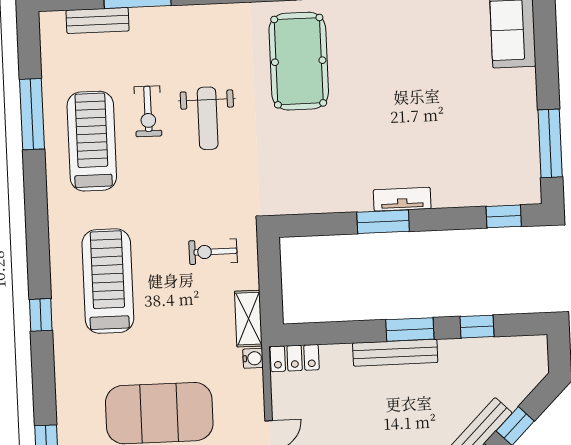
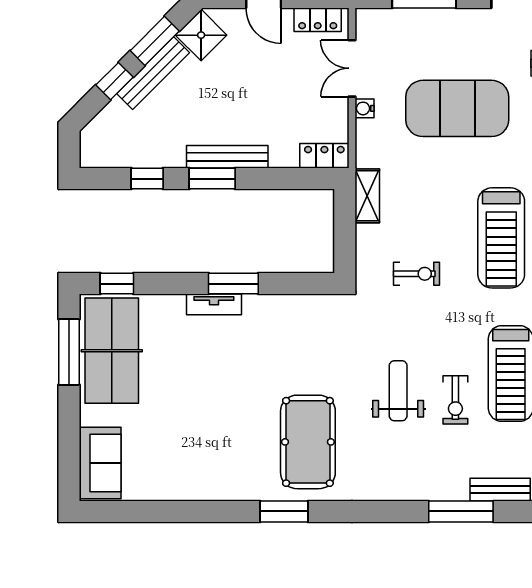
exercise bike: (148, 111) -> (455, 400), turned 180
table tennis table: (506, 147) -> (112, 351), added
exercise bike: (213, 252) -> (416, 274), moved
water cooler: (253, 358) -> (365, 108), moved

